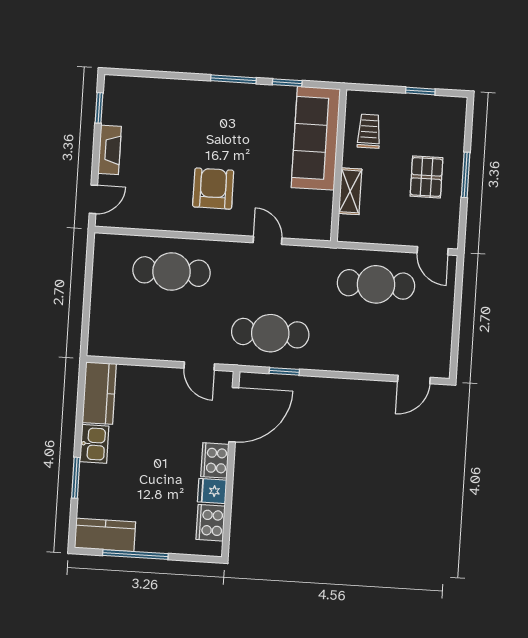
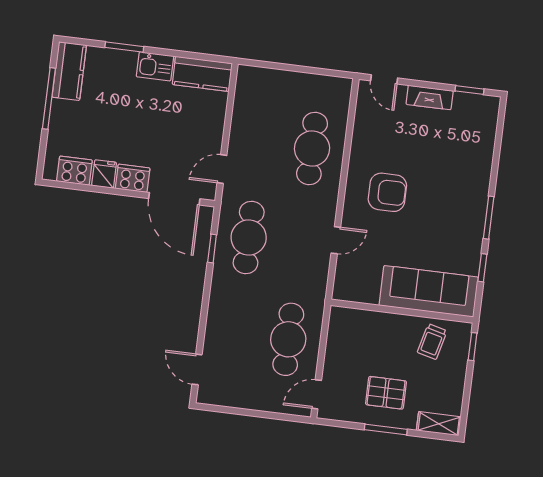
window: (420, 91) -> (473, 347), moved
trolley: (369, 131) -> (432, 342), turned 104
shelving: (350, 191) -> (439, 424), moved

